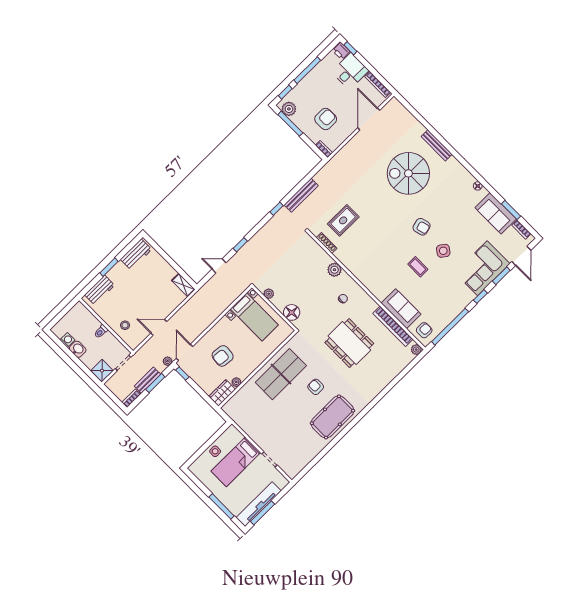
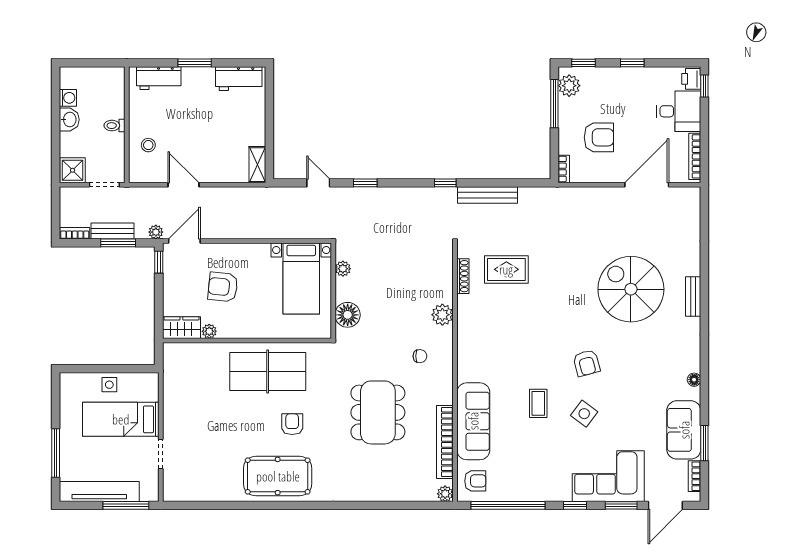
window: (307, 70) -> (632, 63), width x0.46
bench: (437, 145) -> (693, 296), width x0.73
sofa: (401, 309) -> (473, 421), width x1.36
window: (263, 513) -> (126, 505), moved

